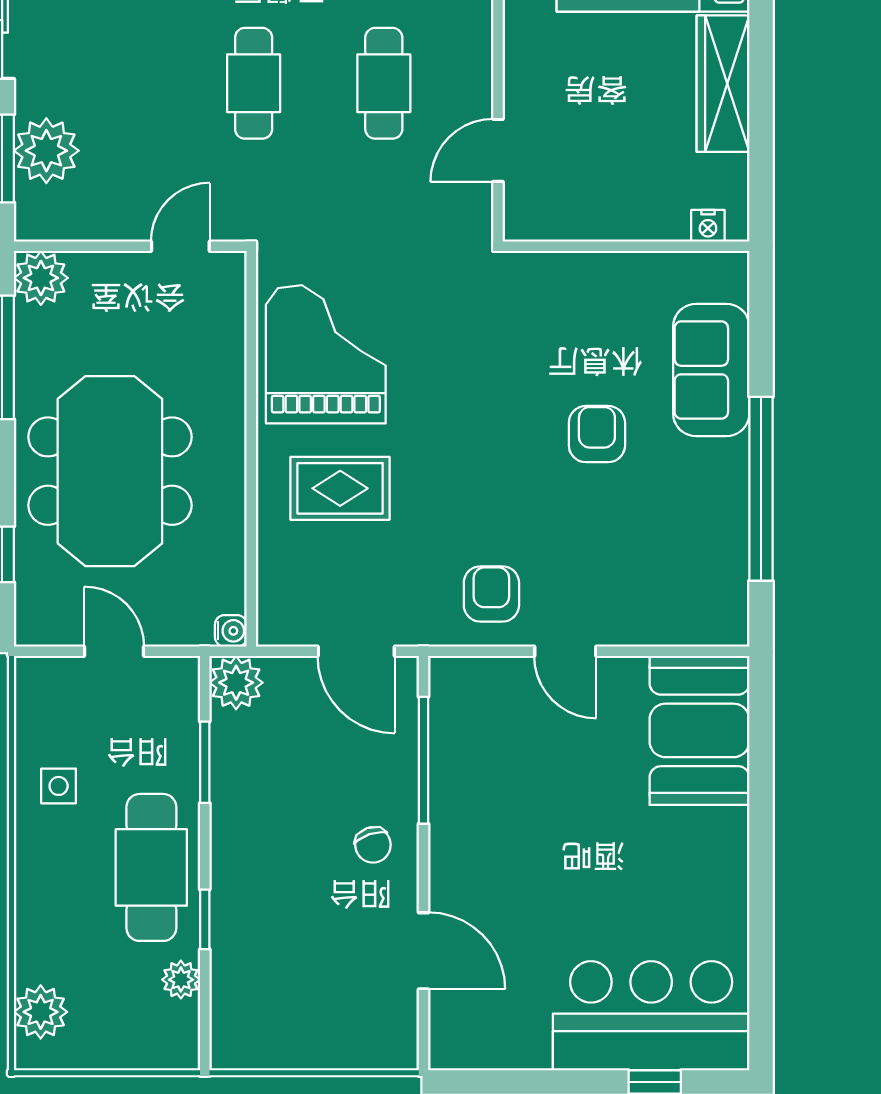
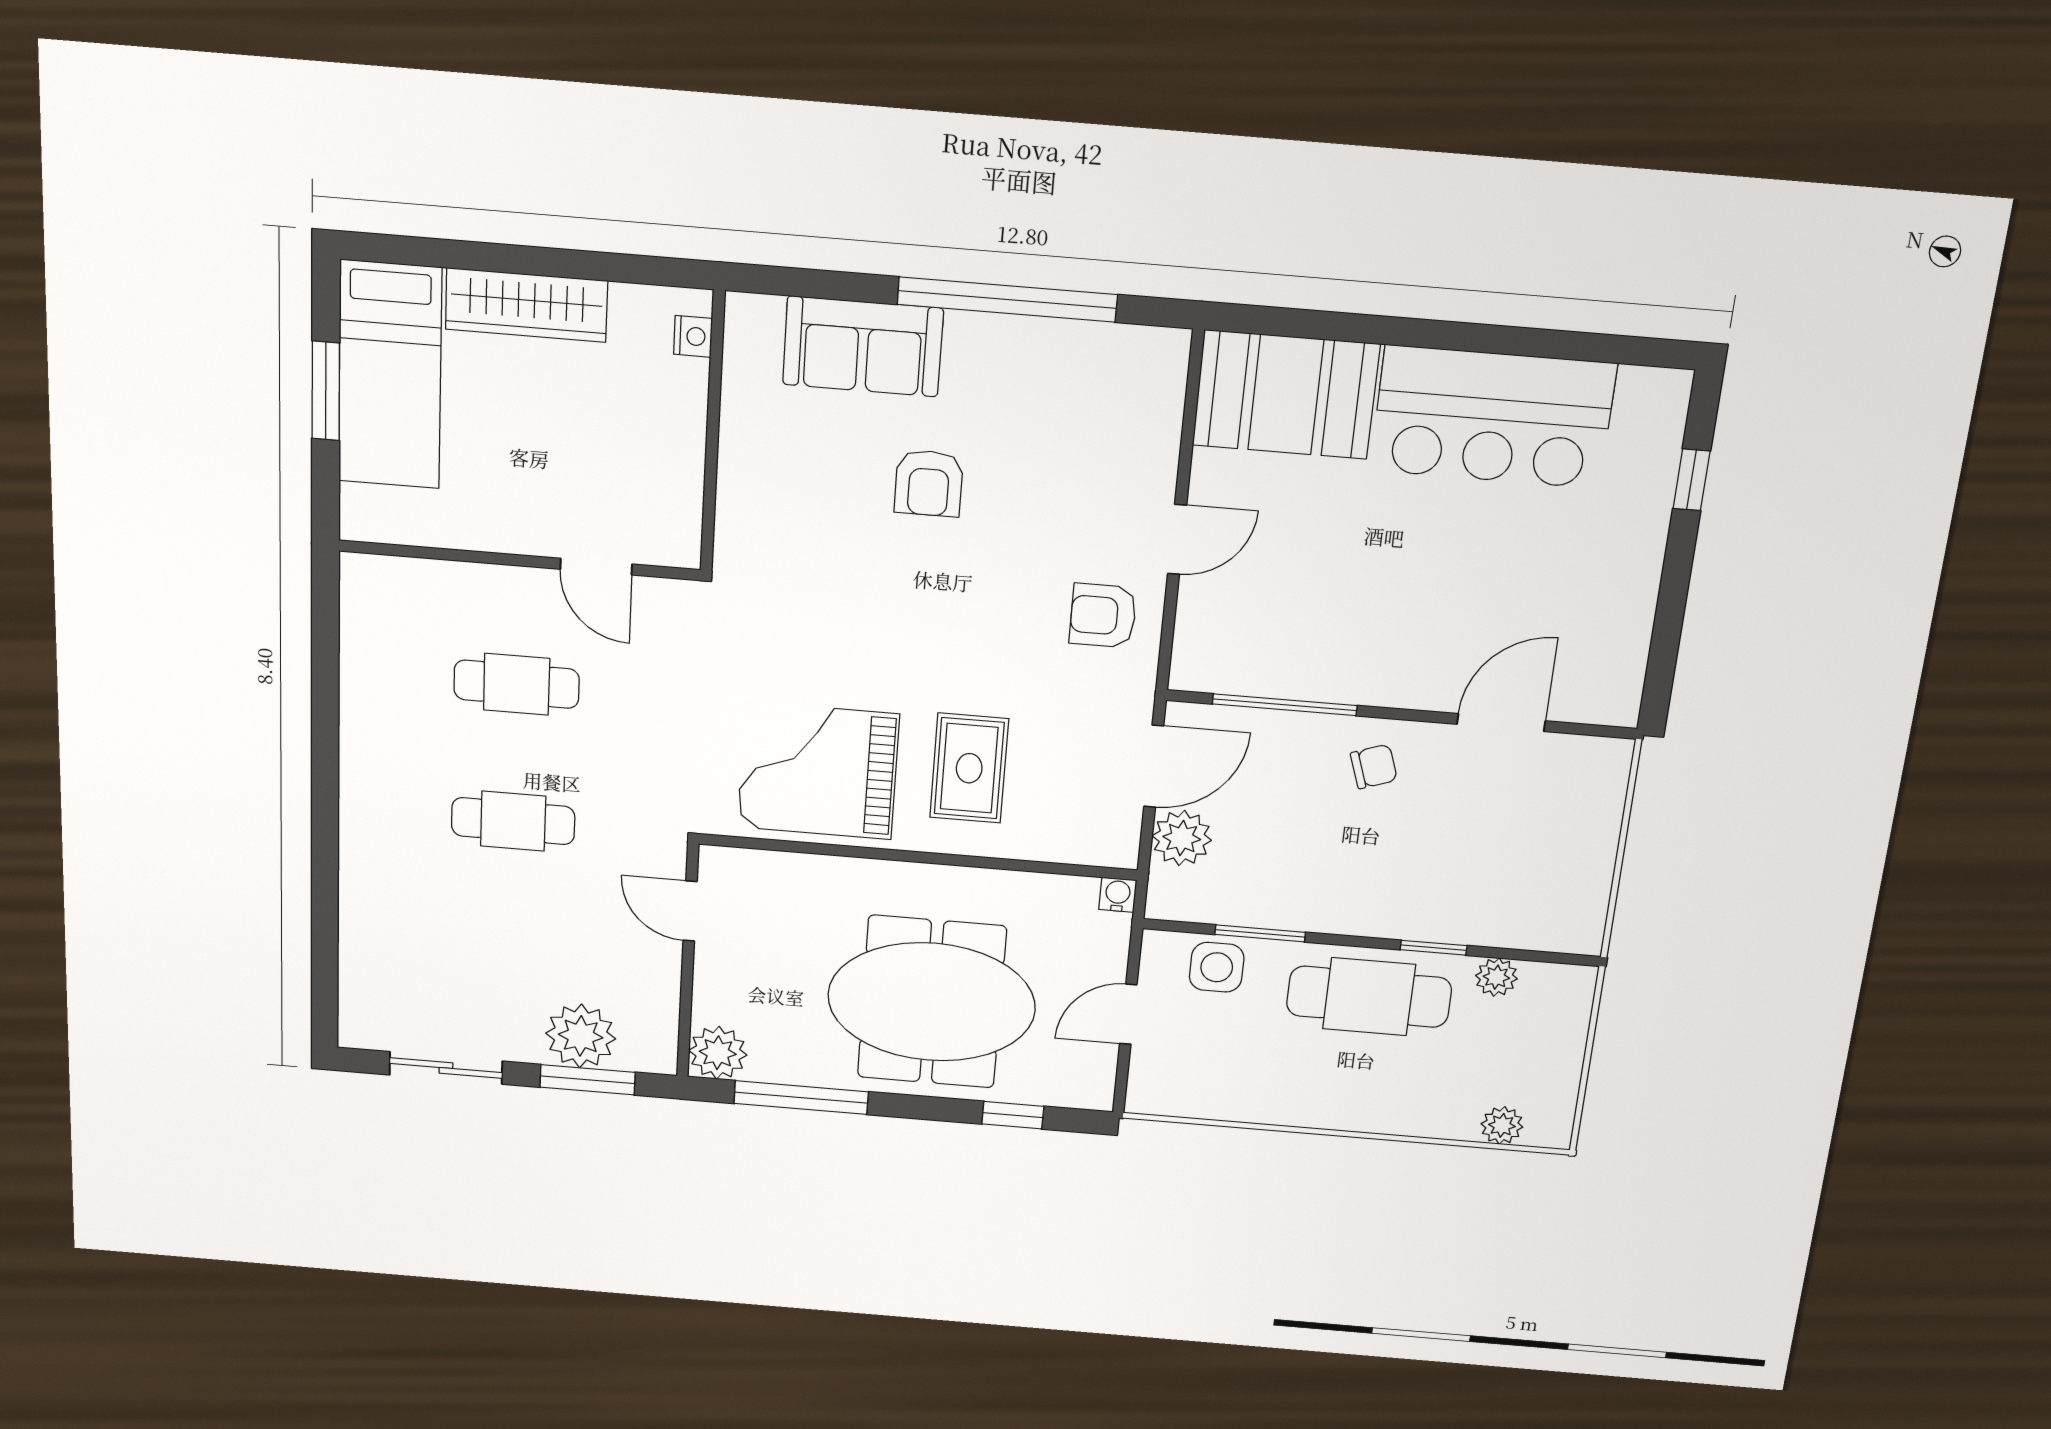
armchair: (597, 434) -> (929, 483), turned -90
plant: (236, 683) -> (1182, 838), moved
side table: (59, 786) -> (1217, 967), moved, width x1.37, depth x1.37
plant: (41, 1012) -> (1502, 1125), width x0.73, depth x0.73
bar counter: (651, 1016) -> (1493, 417), moved, turned -90

